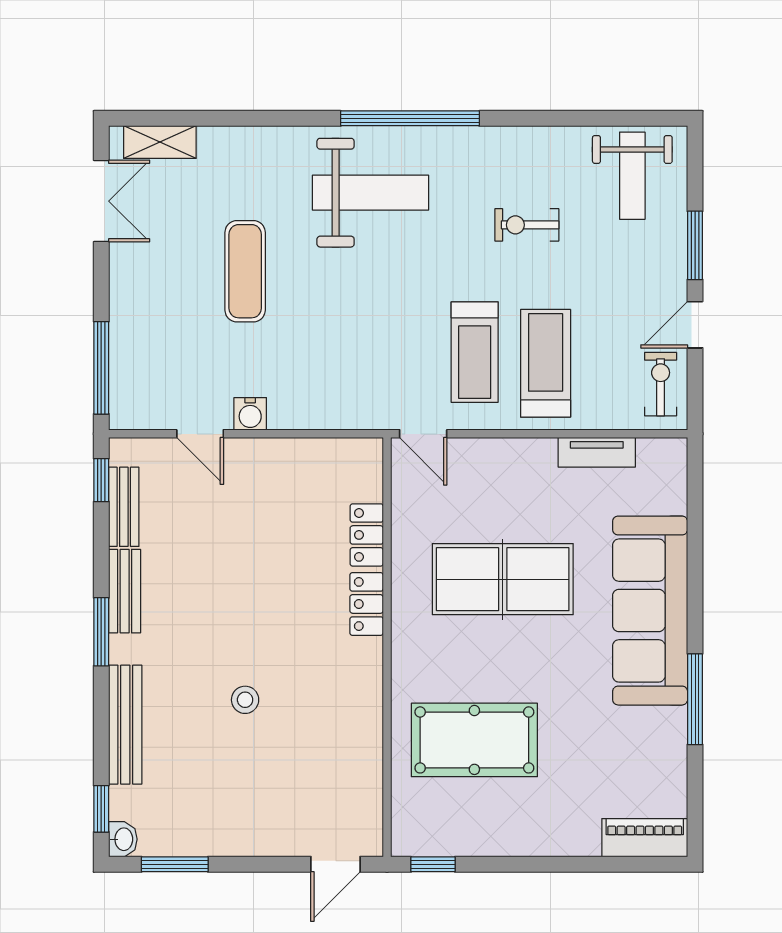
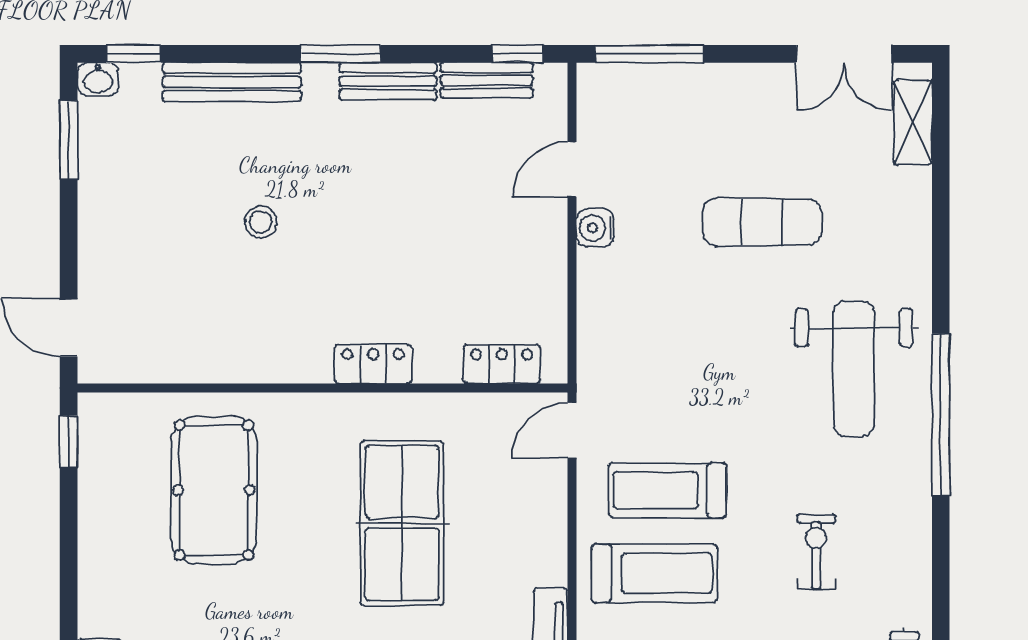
locker: (367, 535) -> (502, 364), moved

